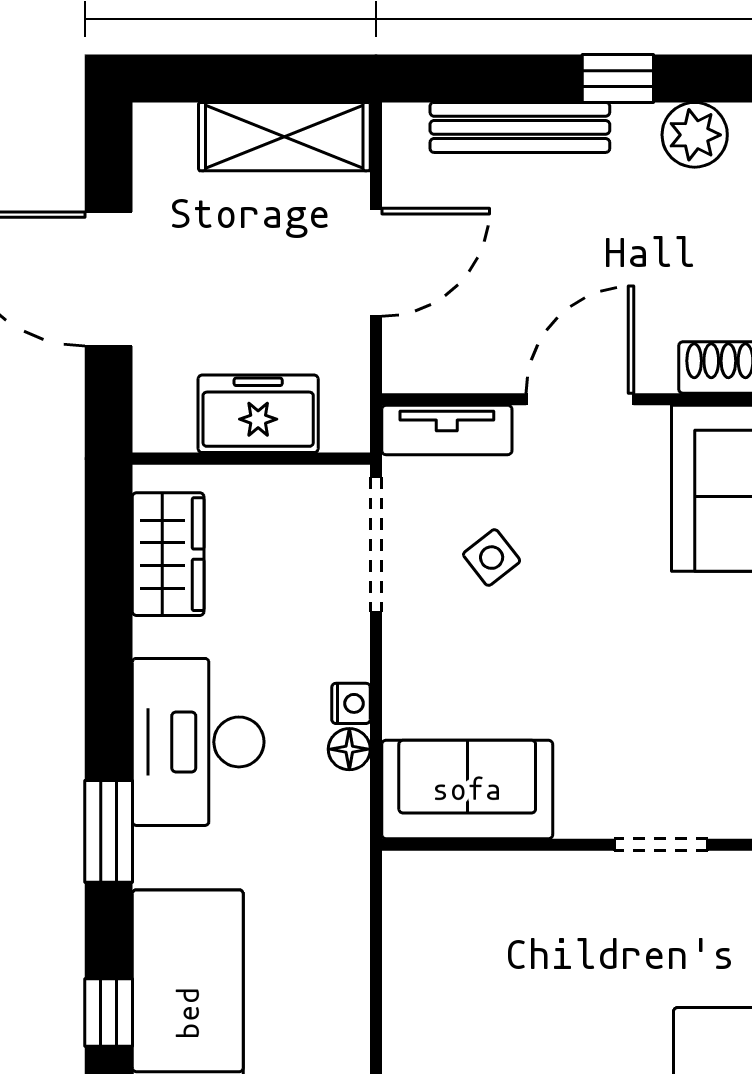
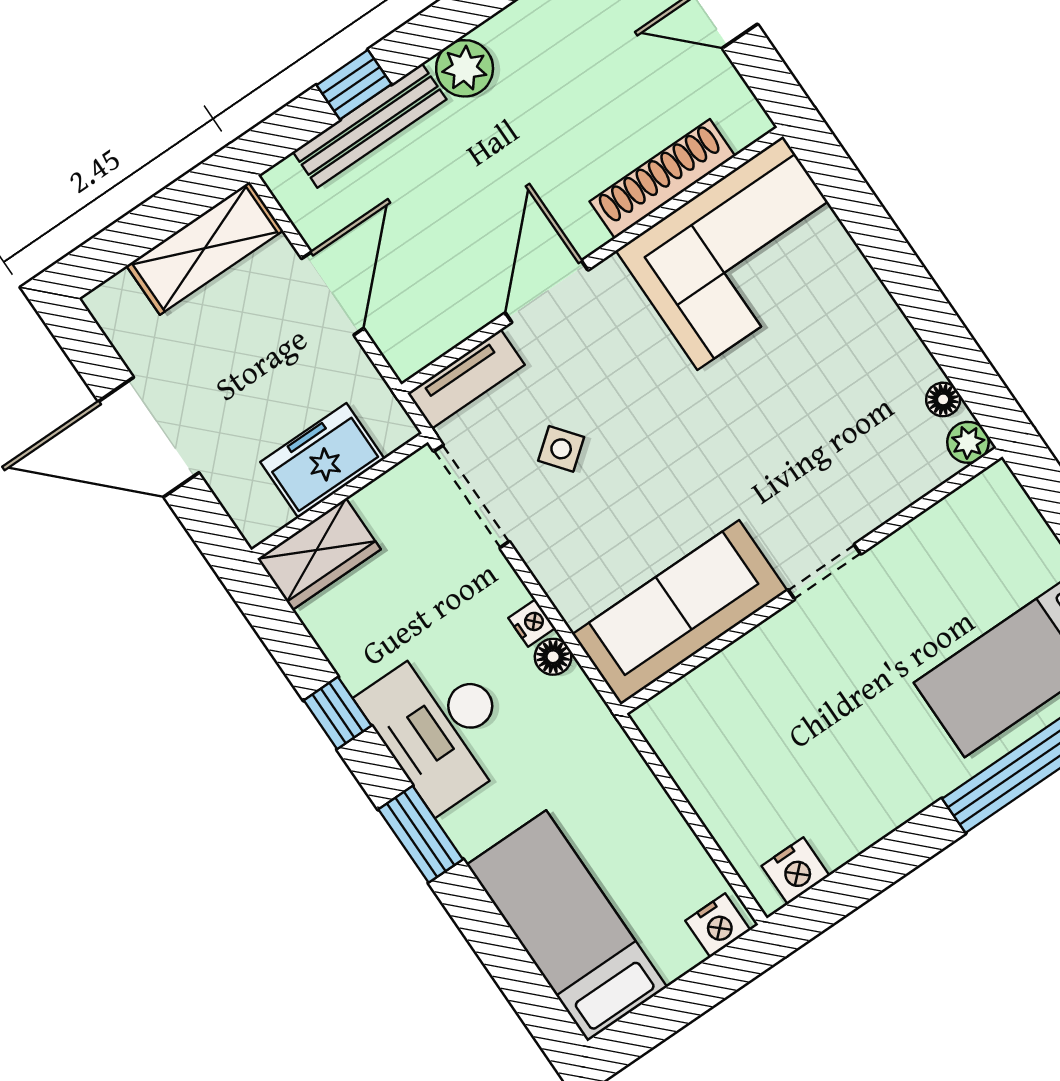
window: (618, 79) -> (354, 85), moved
plant: (695, 135) -> (465, 68), moved
wardrobe: (168, 554) -> (319, 554), moved, turned 90
sofa: (467, 789) -> (680, 612), width x1.36
window: (109, 1012) -> (338, 713), moved

